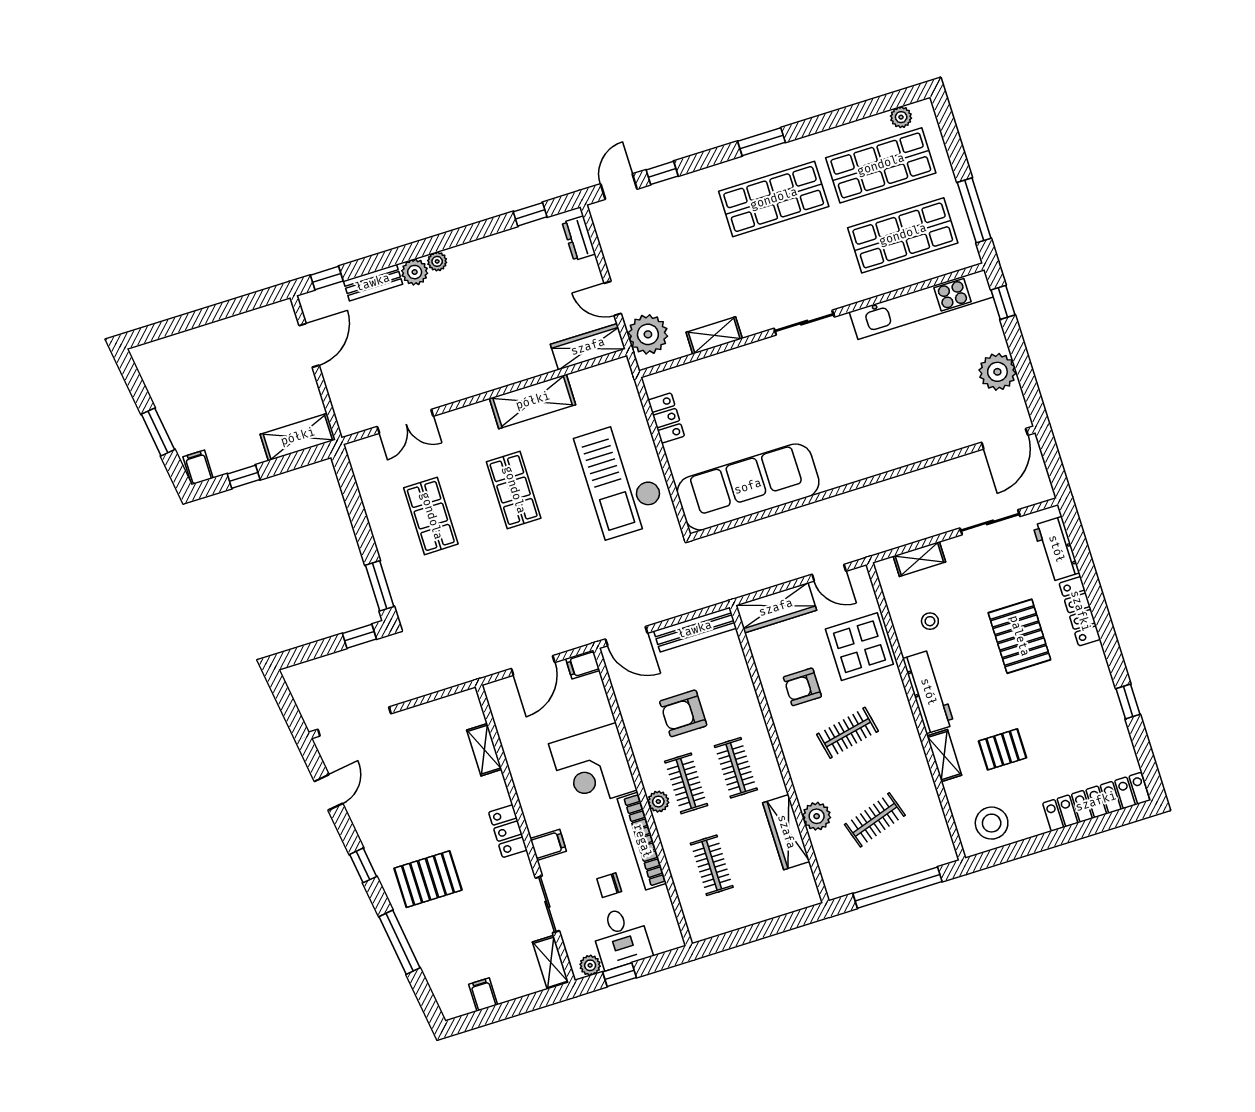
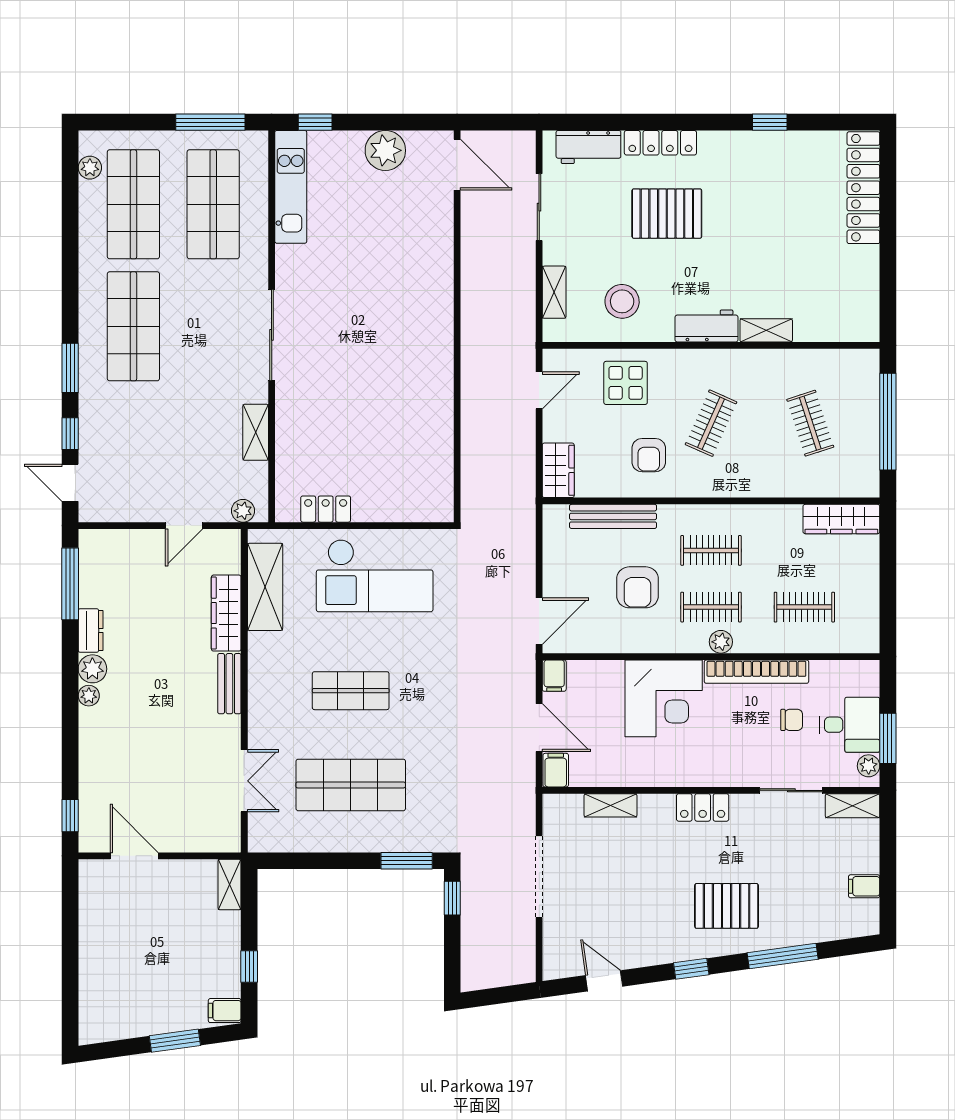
window: (762, 142) -> (70, 368), moved
window: (530, 214) -> (70, 584), width x2.17
dresser: (579, 238) -> (91, 630), moved, turned -90
plant: (415, 272) -> (92, 669), moved
bench: (373, 283) -> (229, 684), moved
kitchen unit: (921, 304) -> (291, 187), width x0.73
sliding door: (804, 323) -> (272, 335), width x1.37
plant: (648, 334) -> (243, 511), width x0.53, depth x0.53
wardrobe: (588, 347) -> (226, 613), moved
shelving: (533, 401) -> (265, 587), moved
shelving: (298, 437) -> (230, 885), width x0.67, depth x0.75
sofa: (748, 487) -> (424, 446), removed
shop shelf: (431, 516) -> (351, 785), width x1.43, depth x1.36
wardrobe: (776, 608) -> (558, 470), width x0.67
stool: (930, 621) -> (622, 301), width x1.89, depth x1.89
bench: (695, 630) -> (613, 516), moved, turned 90
display table: (859, 647) -> (626, 383), width x0.73, depth x0.73
workbench: (928, 692) -> (707, 326), width x0.73
doorway: (354, 721) -> (539, 876), moved
clothes rail: (848, 733) -> (711, 423), turned 36
pallet: (1003, 749) -> (779, 268), removed
plant: (817, 816) -> (788, 482), removed
stool: (992, 823) -> (851, 303), removed
wardrobe: (786, 832) -> (841, 519), moved
filing cabinet: (548, 845) -> (556, 770), moved
pallet: (428, 879) -> (727, 906), turned 90
chair: (609, 885) -> (792, 720), turned -90
window: (619, 975) -> (888, 738), width x1.50

